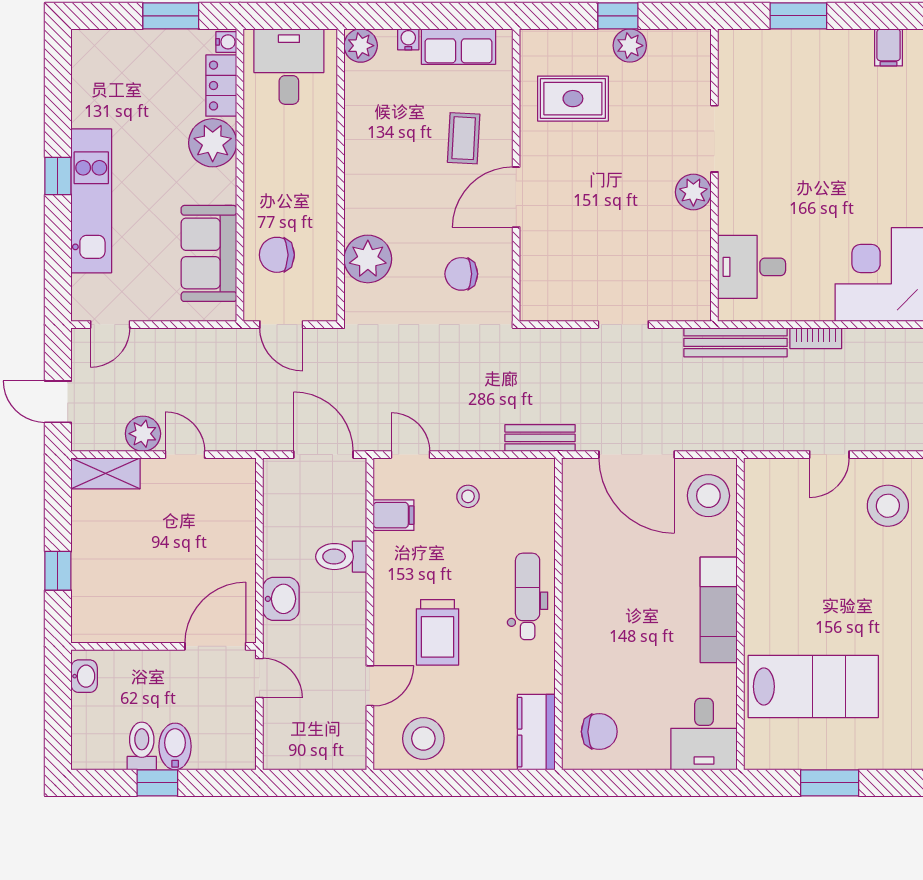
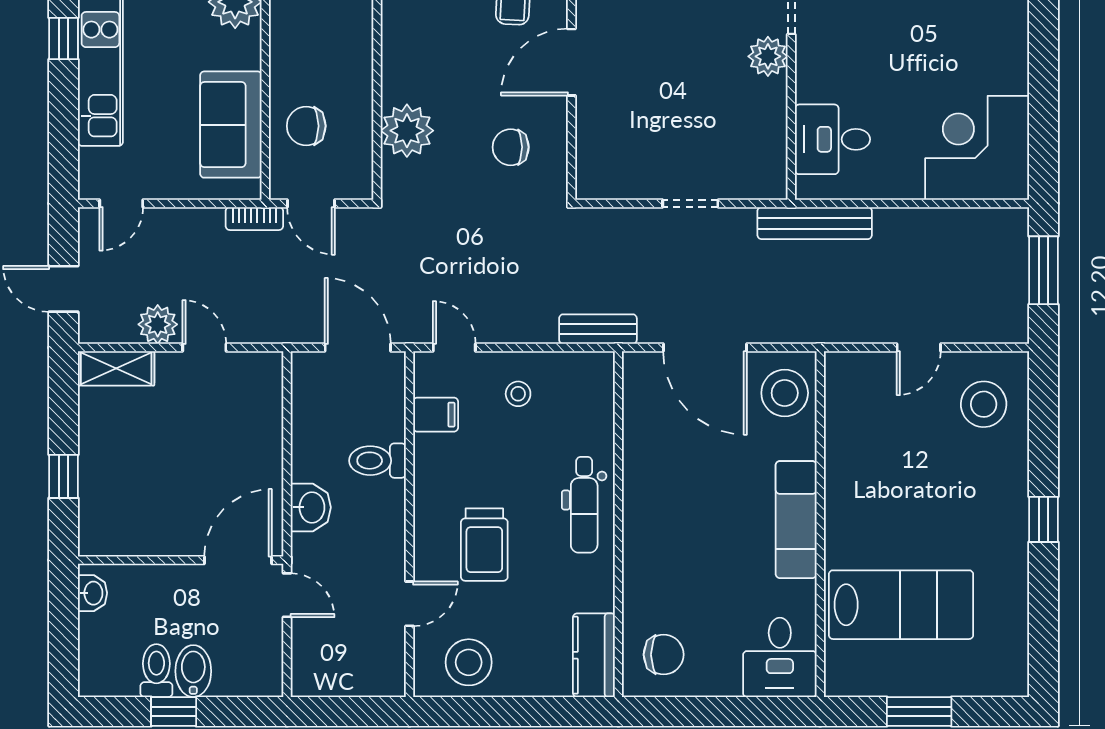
bookcase: (816, 338) -> (254, 219), moved
dental chair: (528, 596) -> (584, 505), turned 180

